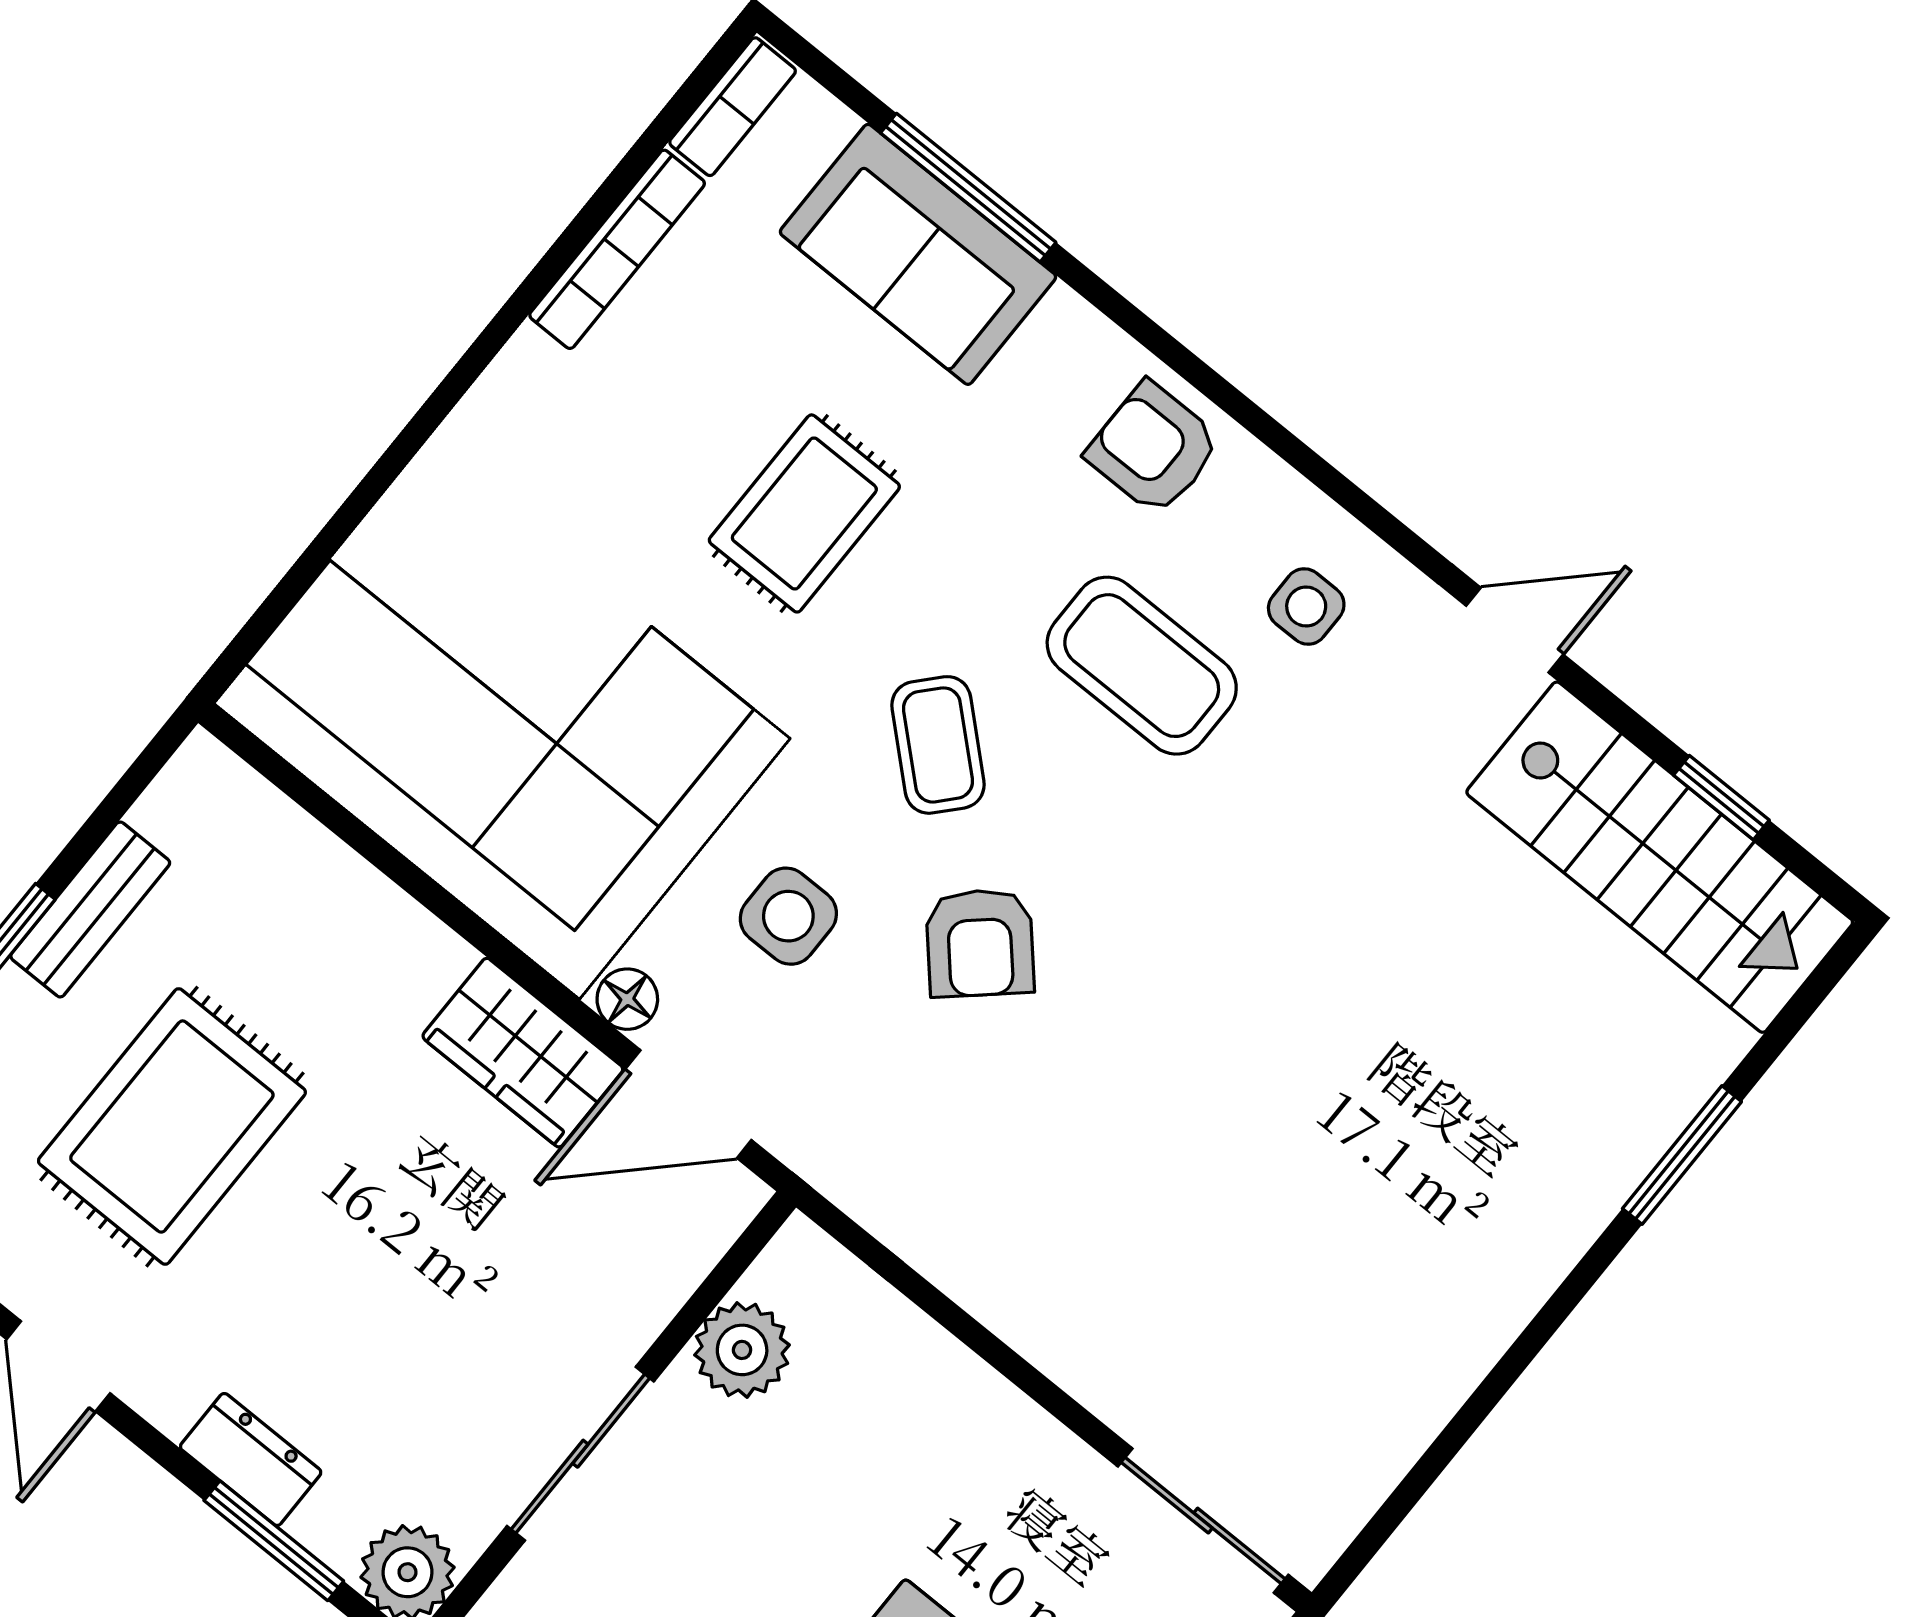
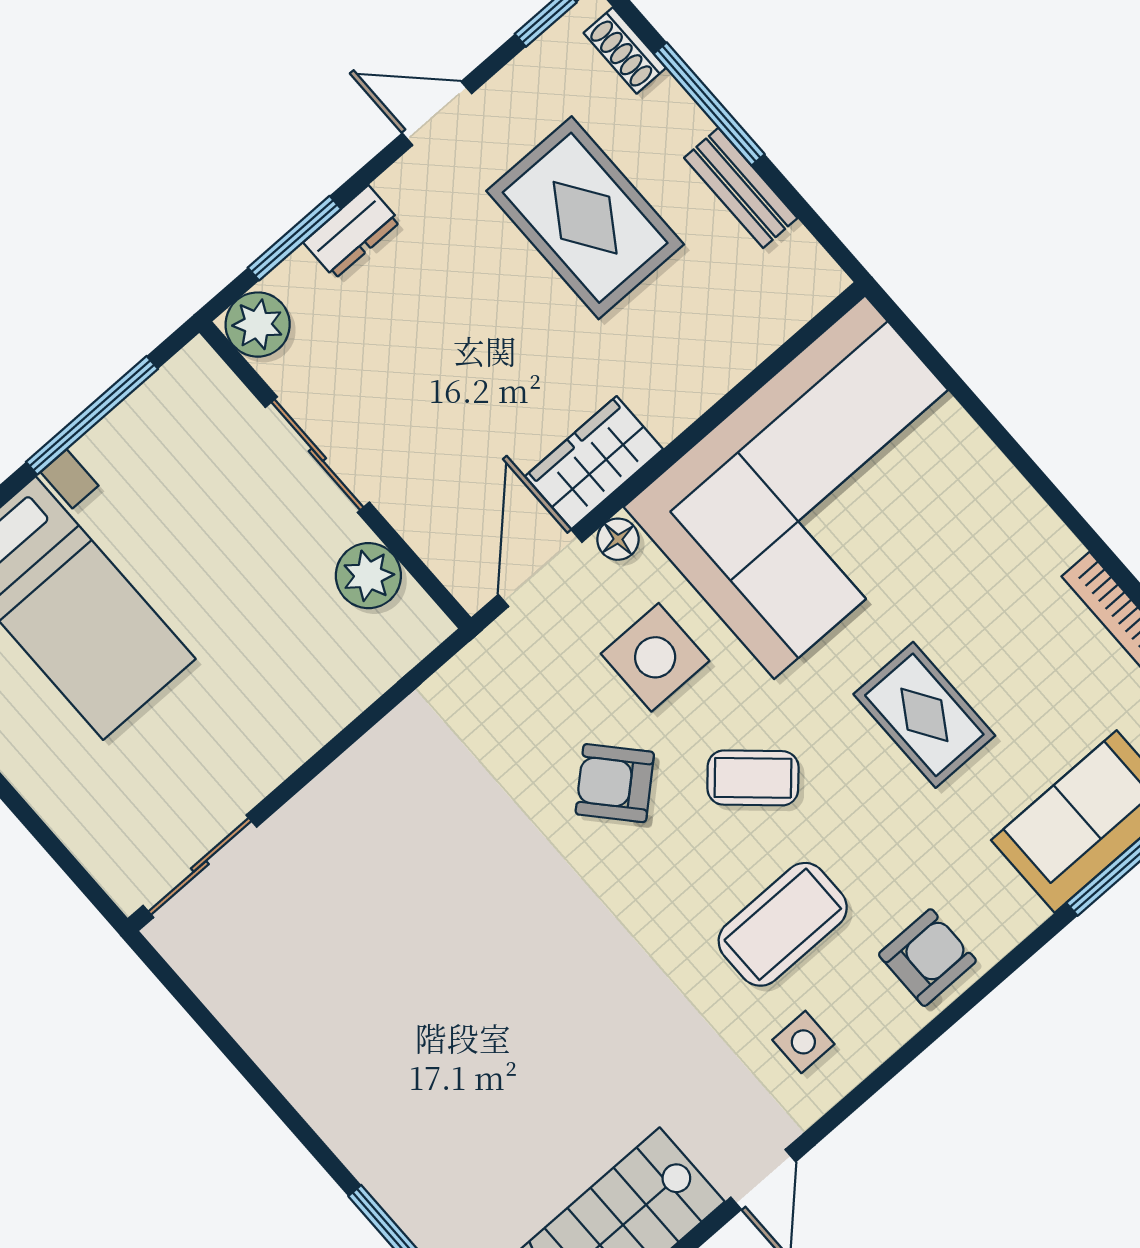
side table: (788, 916) -> (655, 657), width x1.37, depth x1.37

